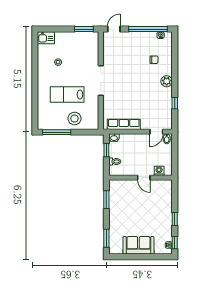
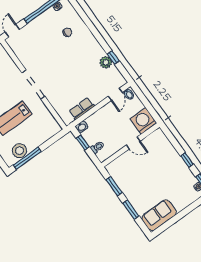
plant: (167, 81) -> (106, 62), moved
stool: (75, 118) -> (19, 151), moved
row of seats: (124, 124) -> (82, 109), width x0.68
washing machine: (159, 171) -> (143, 121), width x1.89, depth x1.89
window: (106, 238) -> (131, 210), moved
sofa: (138, 245) -> (159, 215), moved

